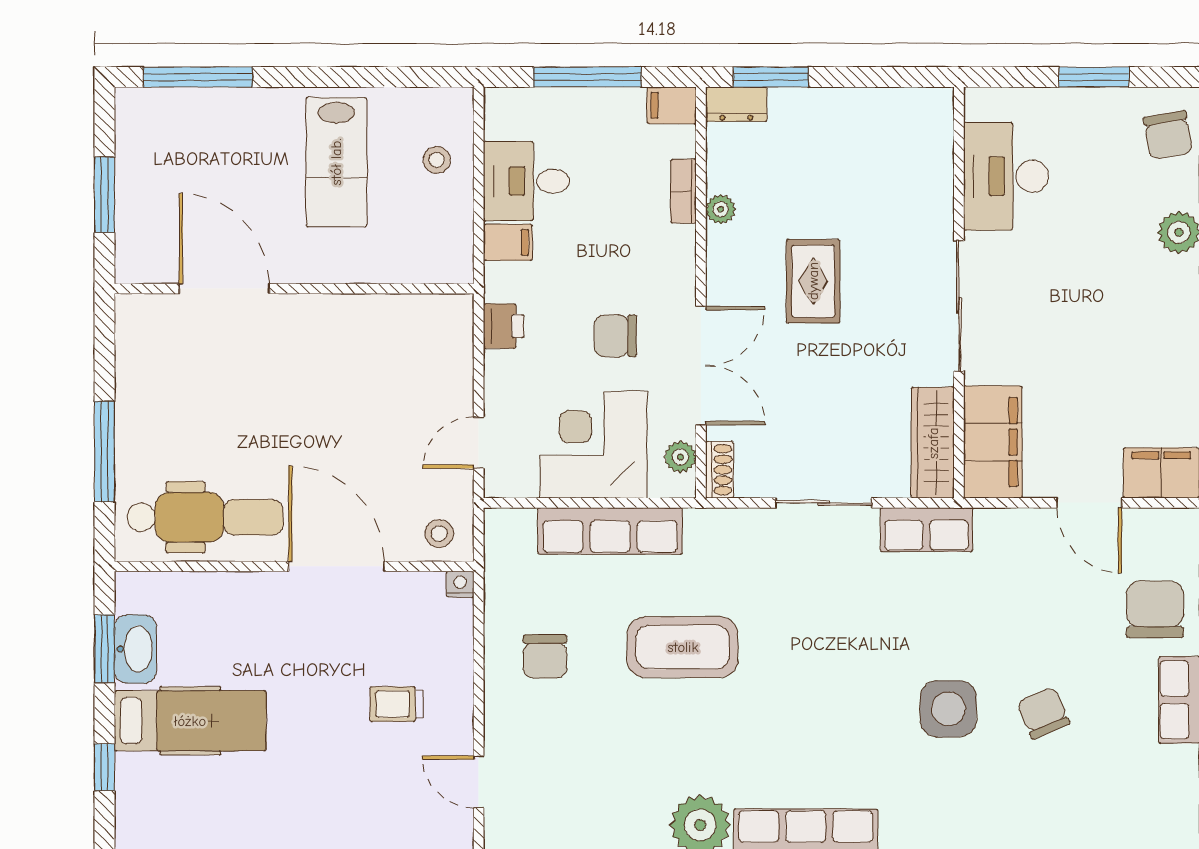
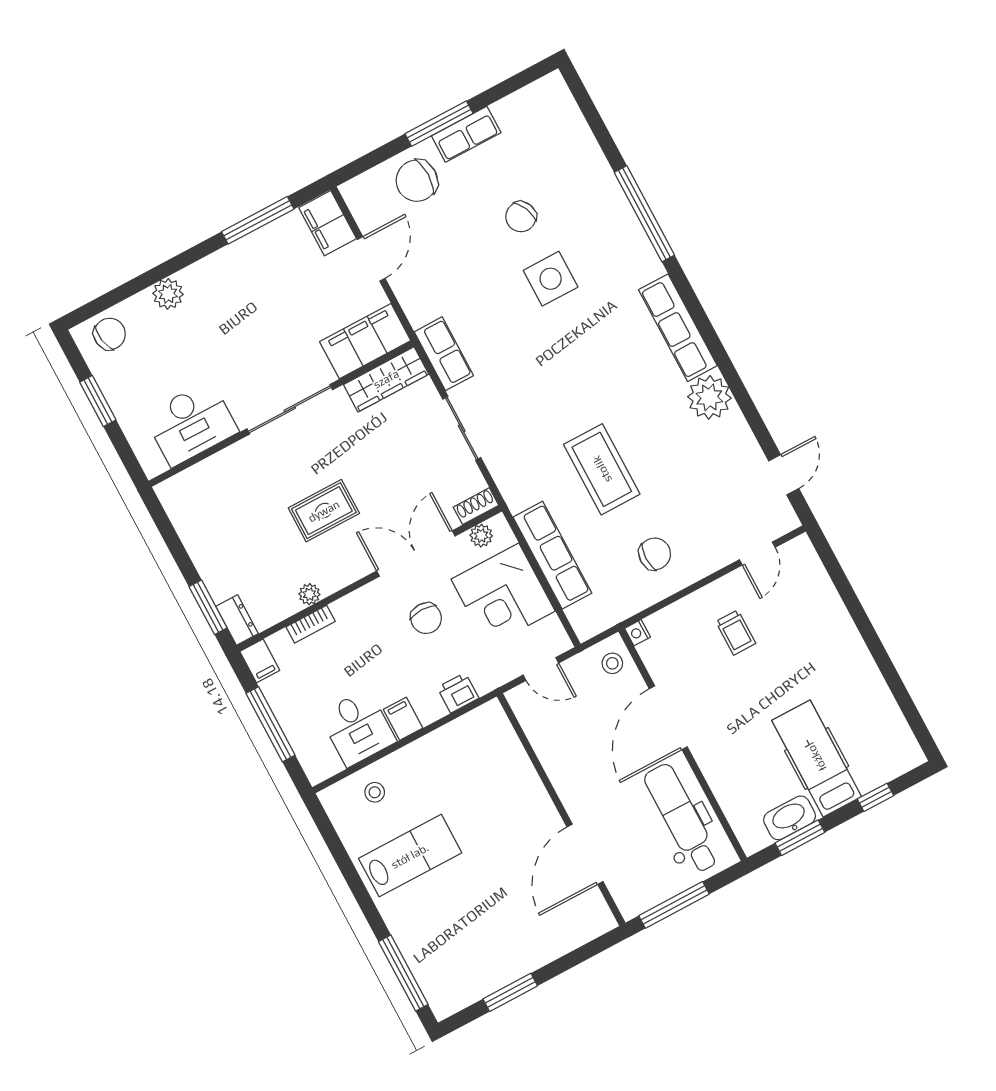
door: (224, 289) -> (585, 854), moved
wall: (294, 289) -> (561, 810), moved

